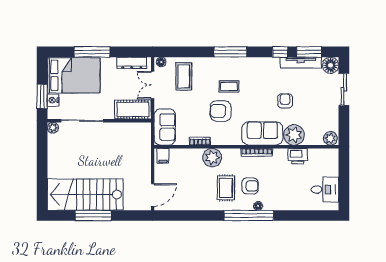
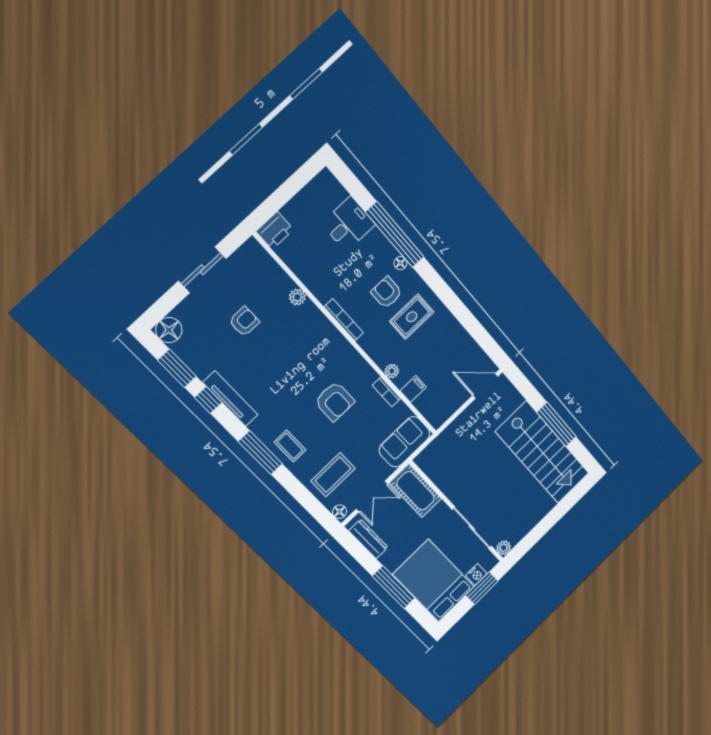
tv unit: (301, 63) -> (230, 399), moved
coffee table: (229, 86) -> (290, 446), moved
sliding door: (344, 89) -> (202, 270), moved
armchair: (285, 101) -> (244, 321), moved, turned 180
sofa: (262, 133) -> (318, 333), removed
plant: (294, 135) -> (297, 297), width x0.53, depth x0.53
plant: (330, 138) -> (253, 252), removed
filing cabinet: (163, 156) -> (413, 389), moved
printer: (298, 156) -> (275, 230), moved, turned 90
plant: (212, 158) -> (392, 371), width x0.53, depth x0.53
desk: (325, 190) -> (348, 224), moved, turned 90
window: (249, 216) -> (395, 235), moved

